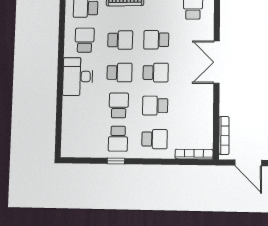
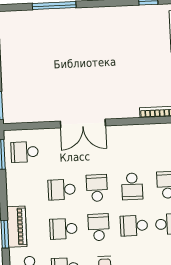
school desk: (120, 40) -> (63, 229), turned -90
school desk: (156, 40) -> (62, 190), turned 90

